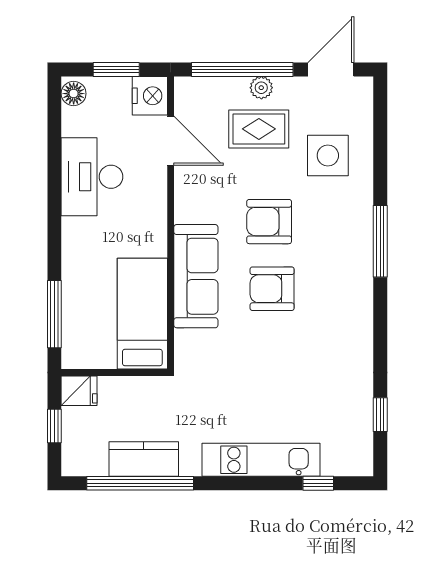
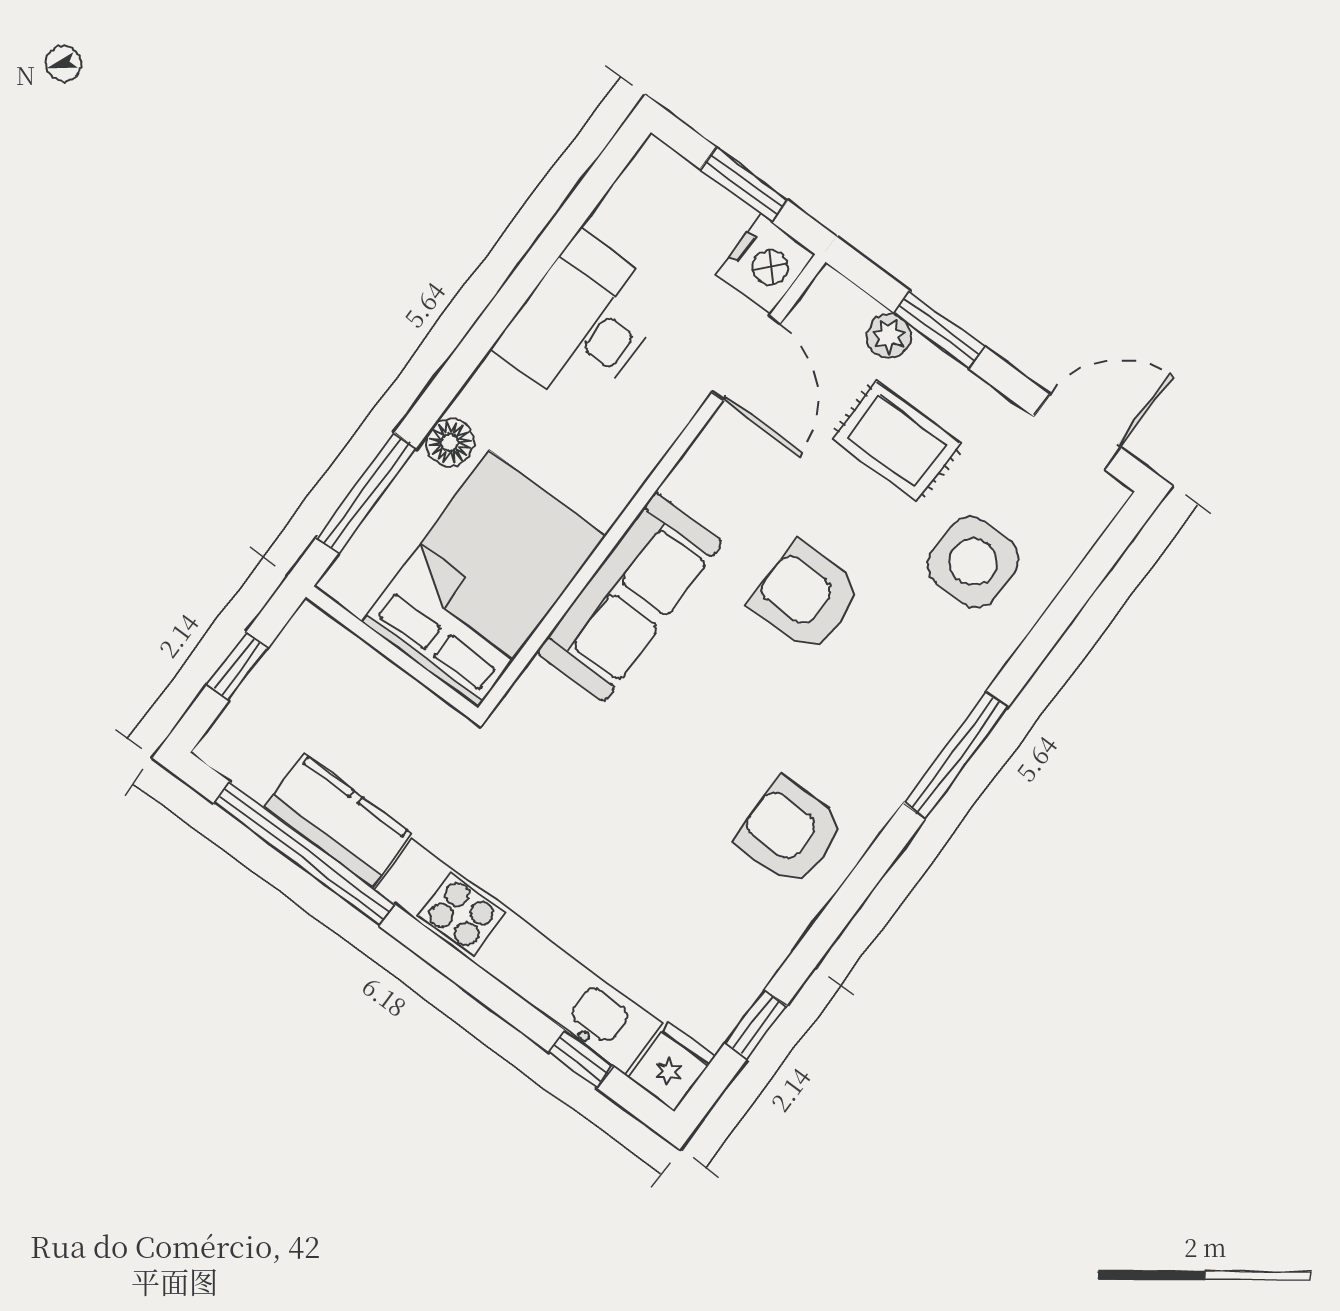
window: (242, 69) -> (940, 330), width x0.47
plant: (261, 88) -> (889, 336), moved
floor lamp: (74, 94) -> (450, 442), moved
armchair: (272, 289) -> (790, 832), moved
bed: (142, 314) -> (484, 579), width x1.50
fridge: (79, 391) -> (672, 1067), moved, turned -90
kitchen unit: (261, 460) -> (519, 957), width x1.36

